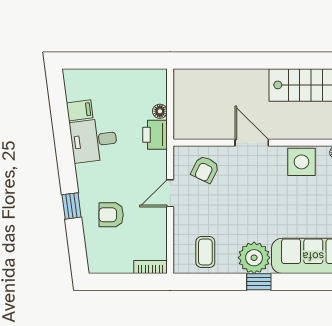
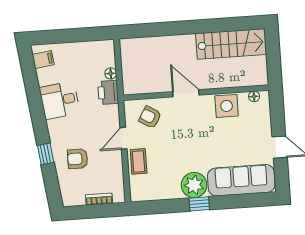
filing cabinet: (80, 110) -> (43, 60), moved
armchair: (205, 169) -> (150, 117), turned 95
coffee table: (205, 252) -> (139, 161), moved
bookcase: (151, 267) -> (99, 199), moved

